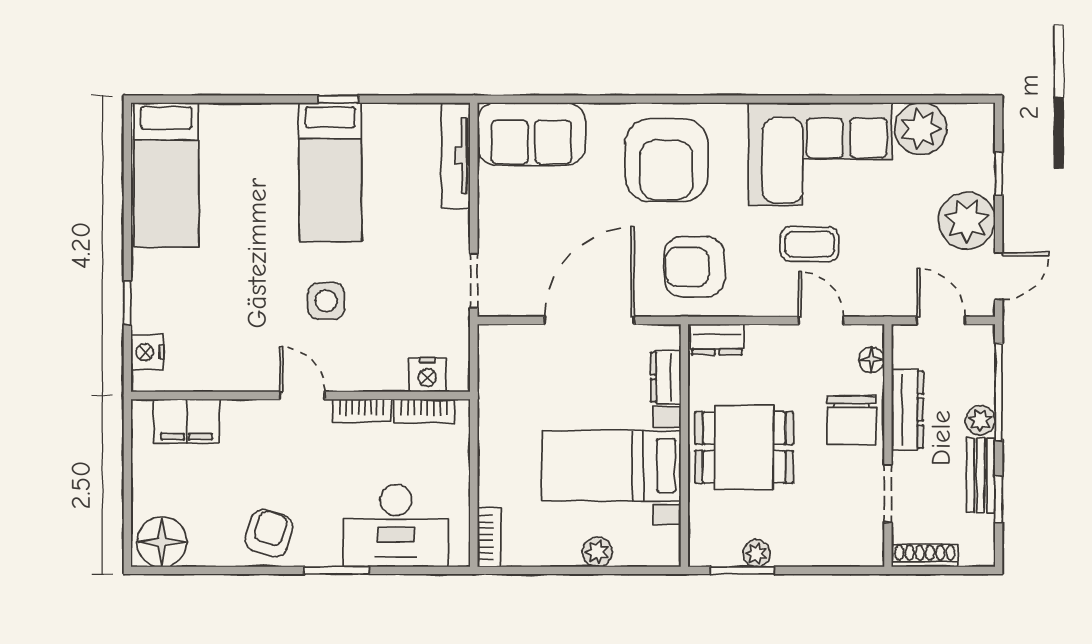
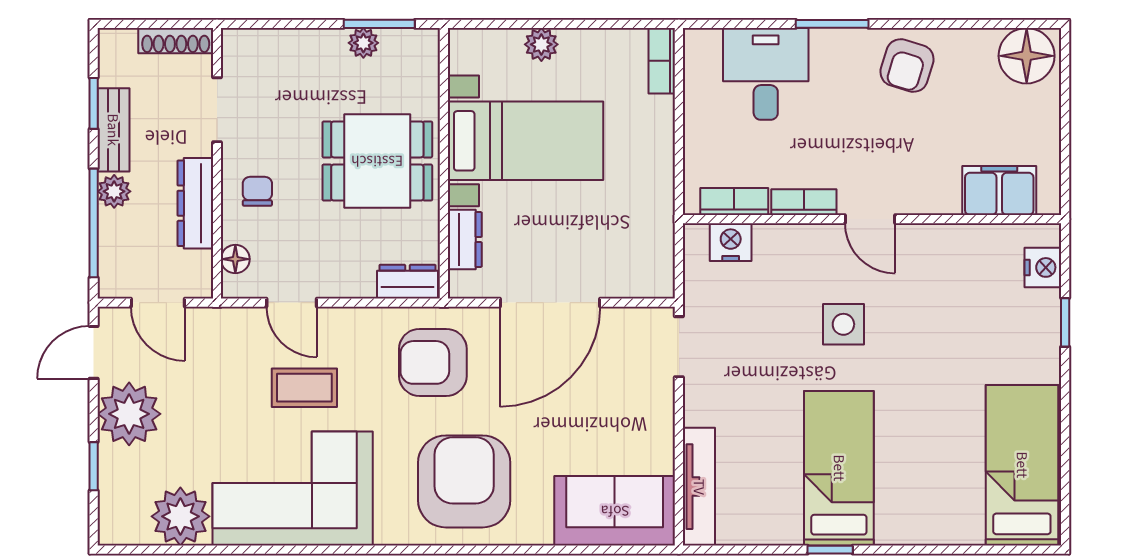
armchair: (694, 267) -> (433, 362), turned 180
chair: (852, 420) -> (257, 191), width x0.54, depth x0.54
desk: (396, 526) -> (766, 74), width x0.73

